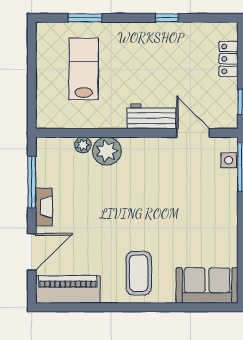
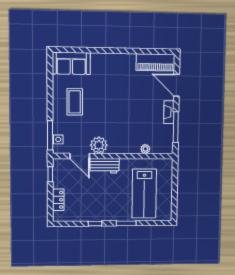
window: (85, 18) -> (126, 223), moved
lab bench: (84, 69) -> (144, 193), width x1.36, depth x1.39
plant: (107, 151) -> (99, 145), moved
door: (32, 252) -> (177, 85), hinge flipped
coffee table: (139, 273) -> (75, 102), moved

